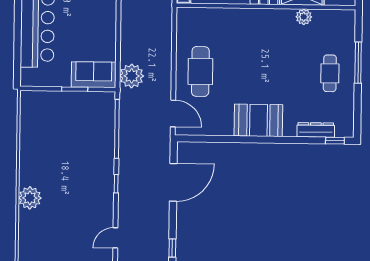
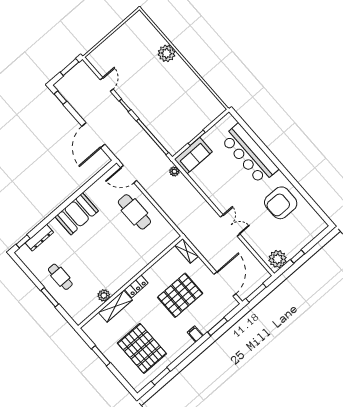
window: (358, 63) -> (50, 297), width x0.69
plant: (132, 76) -> (174, 171), width x0.53, depth x0.53
door: (115, 238) -> (107, 84), moved

